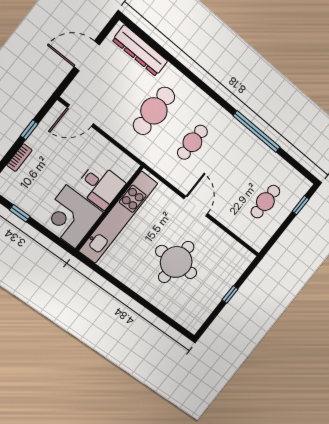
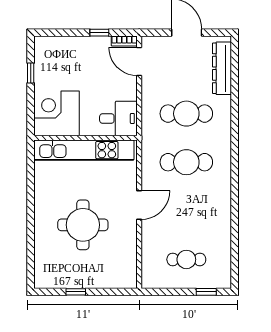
window: (257, 132) -> (235, 207), removed
cafe table: (192, 142) -> (186, 162), width x1.37, depth x1.35
bookcase: (19, 158) -> (124, 41), moved
desk: (100, 186) -> (118, 118), moved, turned -90
window: (230, 294) -> (76, 292), moved

